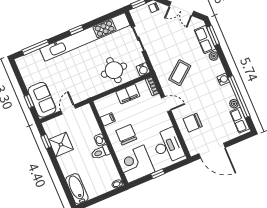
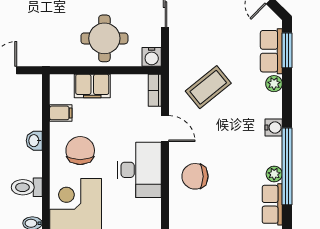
filing cabinet: (128, 94) -> (92, 86), moved
desk: (168, 146) -> (139, 170), moved
toilet: (100, 152) -> (27, 187), moved

